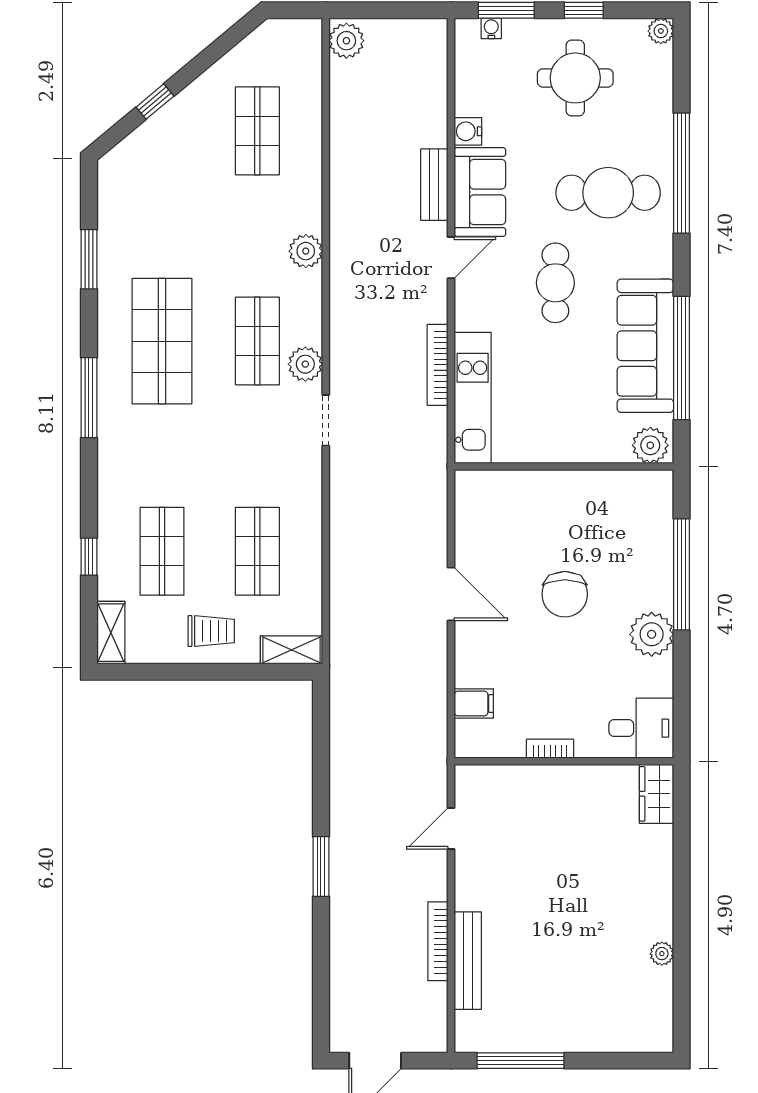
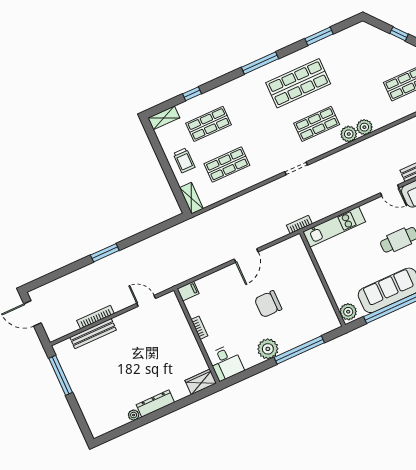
plant: (305, 364) -> (349, 134), moved
bookcase: (438, 365) -> (299, 224), moved, width x0.64
filing cabinet: (474, 704) -> (188, 291), moved, turned -90
dresser: (659, 901) -> (155, 404), added

